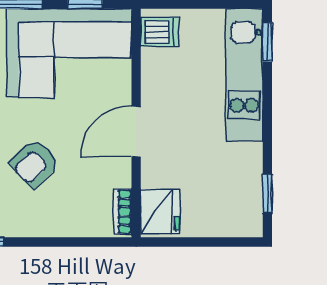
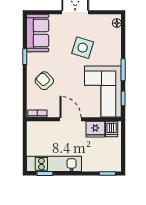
kitchen unit: (244, 75) -> (54, 164), moved
armchair: (35, 163) -> (44, 81), moved
fridge: (160, 211) -> (95, 129), moved

